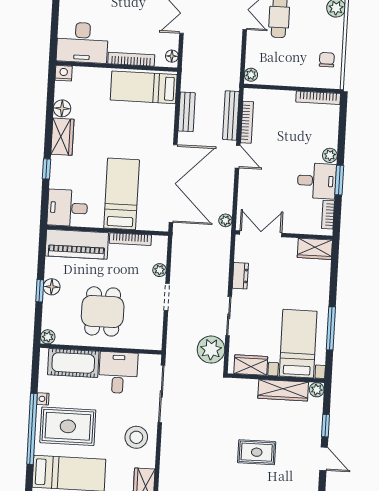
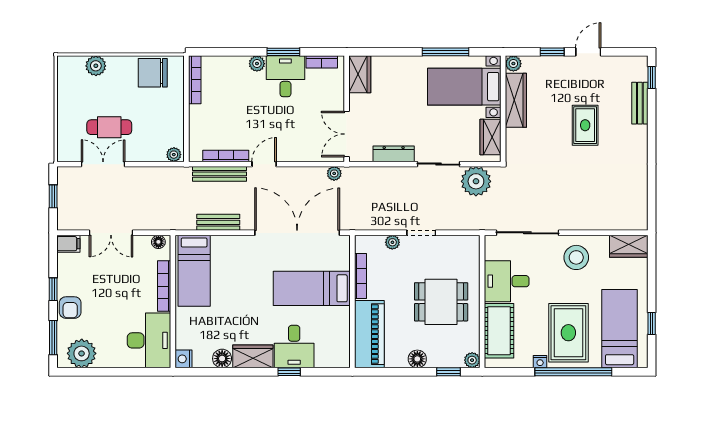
chair: (327, 60) -> (153, 73), width x1.87, depth x1.87
desk: (67, 208) -> (294, 347), moved
dresser: (240, 276) -> (394, 154), width x1.44
window: (40, 291) -> (449, 372), moved

